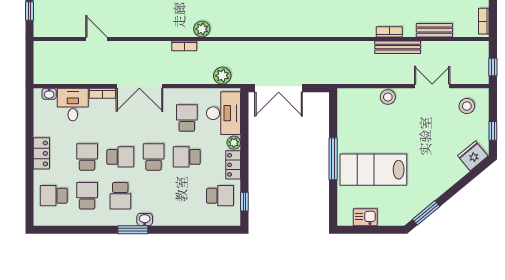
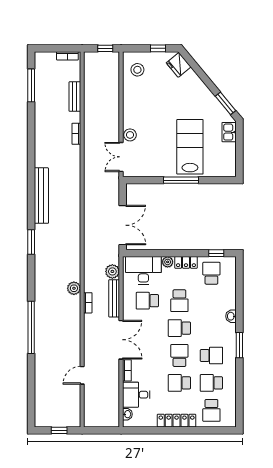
bench: (398, 47) -> (114, 298), moved
double door: (432, 86) -> (121, 157), moved
locker: (41, 153) -> (177, 421), width x1.53
lab bench: (373, 170) -> (190, 147), turned 180
kitchen sink: (365, 217) -> (229, 132), moved
washbasin: (145, 220) -> (231, 316), moved

